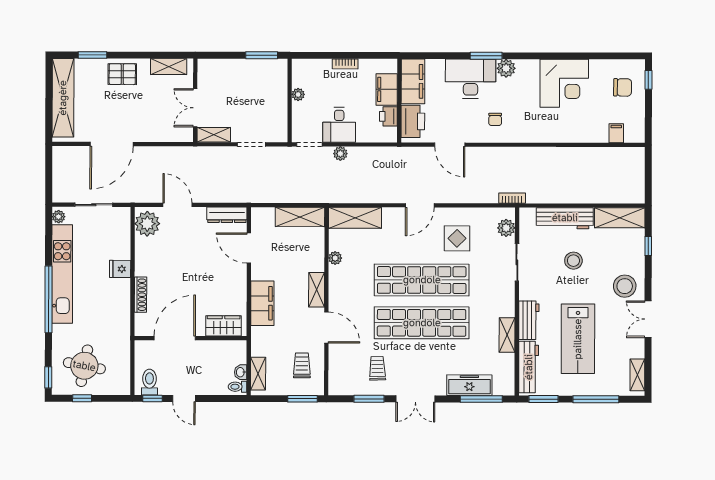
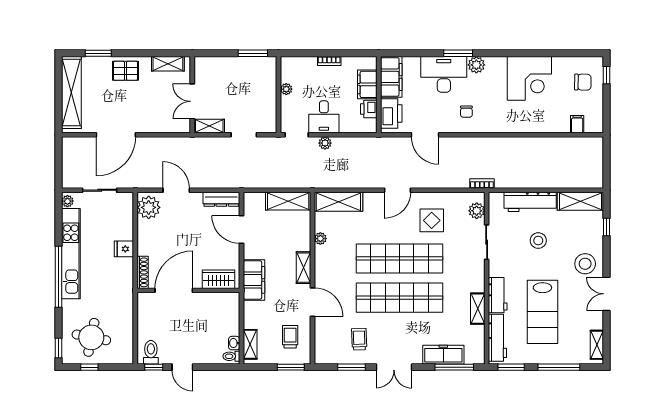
wardrobe: (224, 326) -> (218, 279), moved
door: (175, 338) -> (174, 290), moved
wall: (191, 338) -> (188, 290), moved

